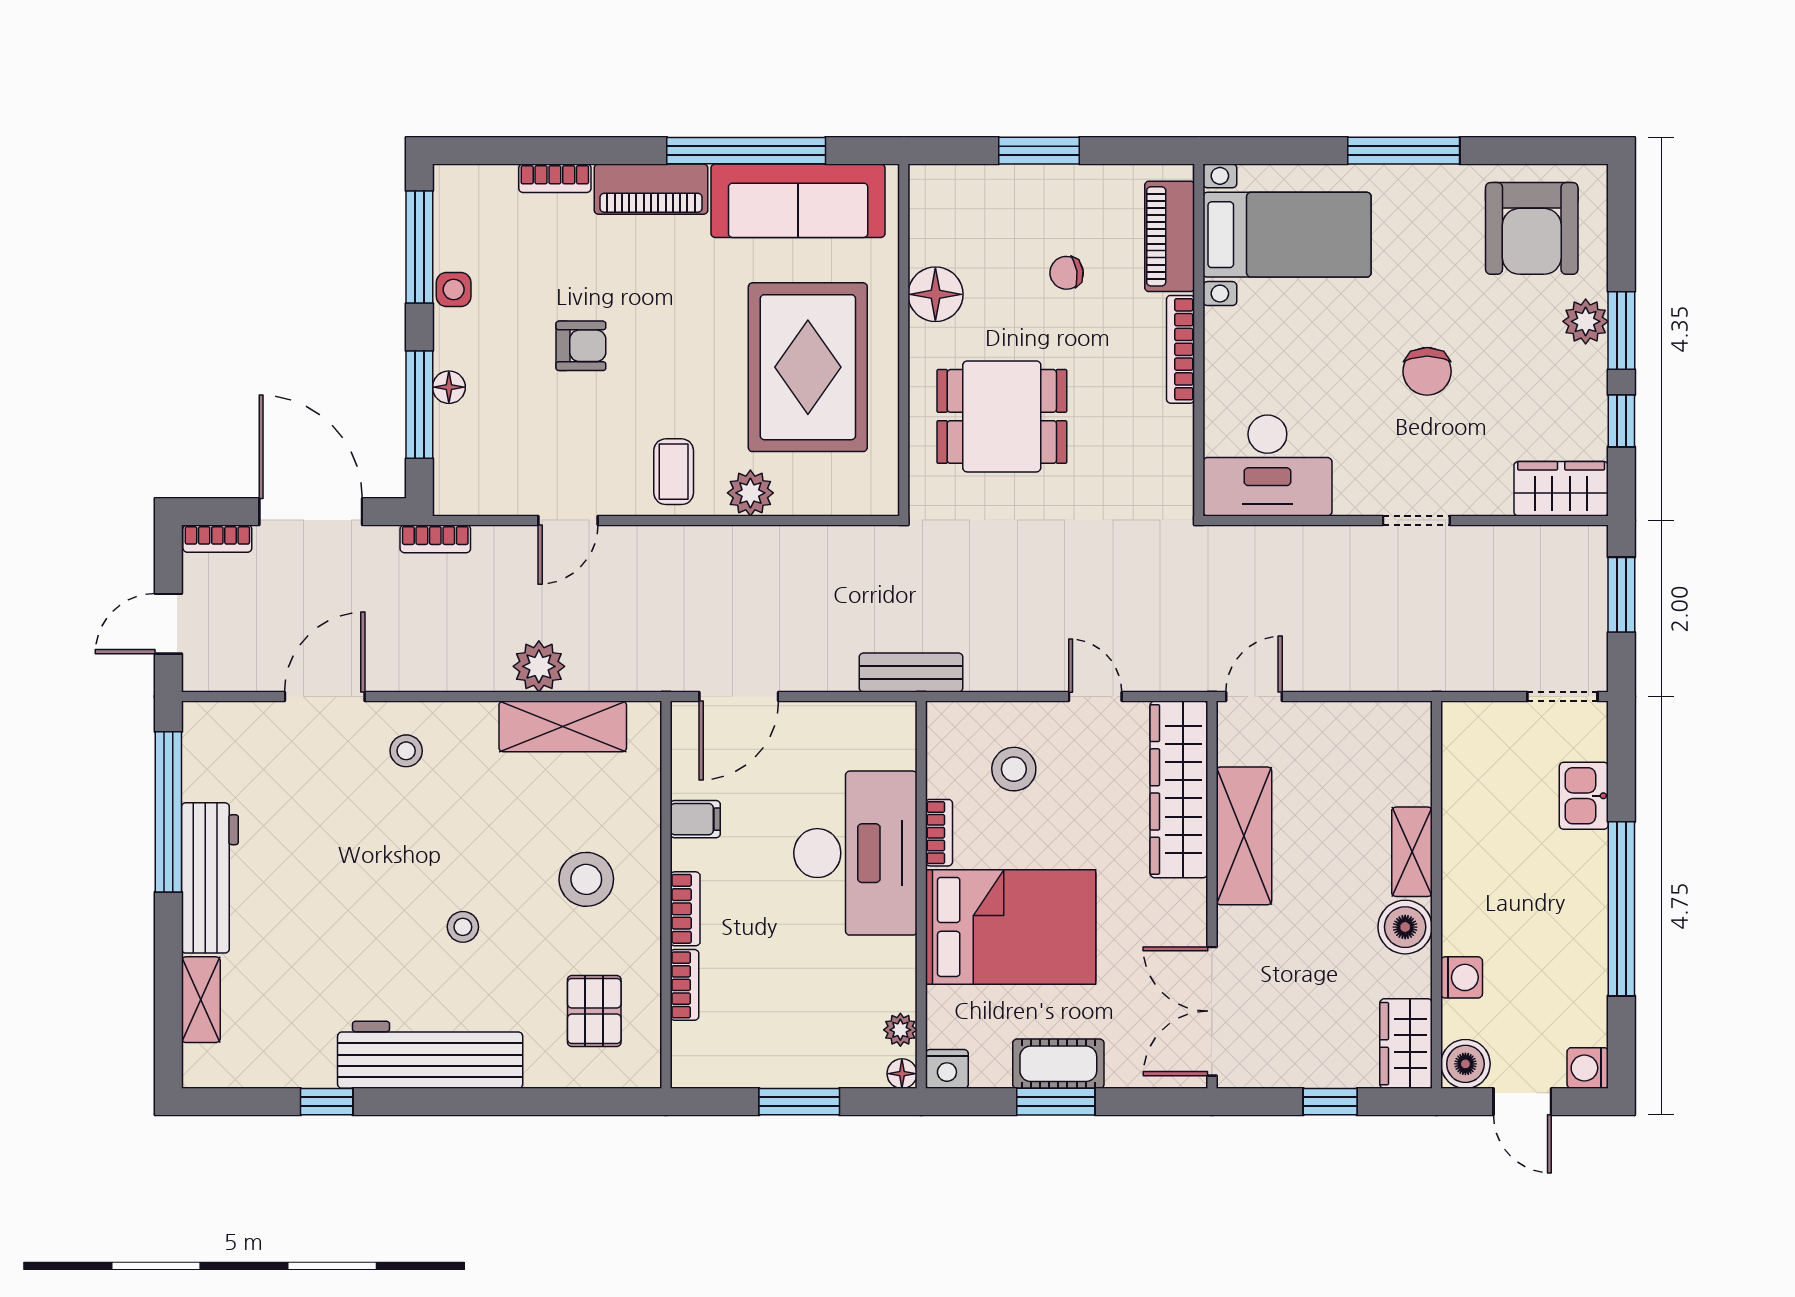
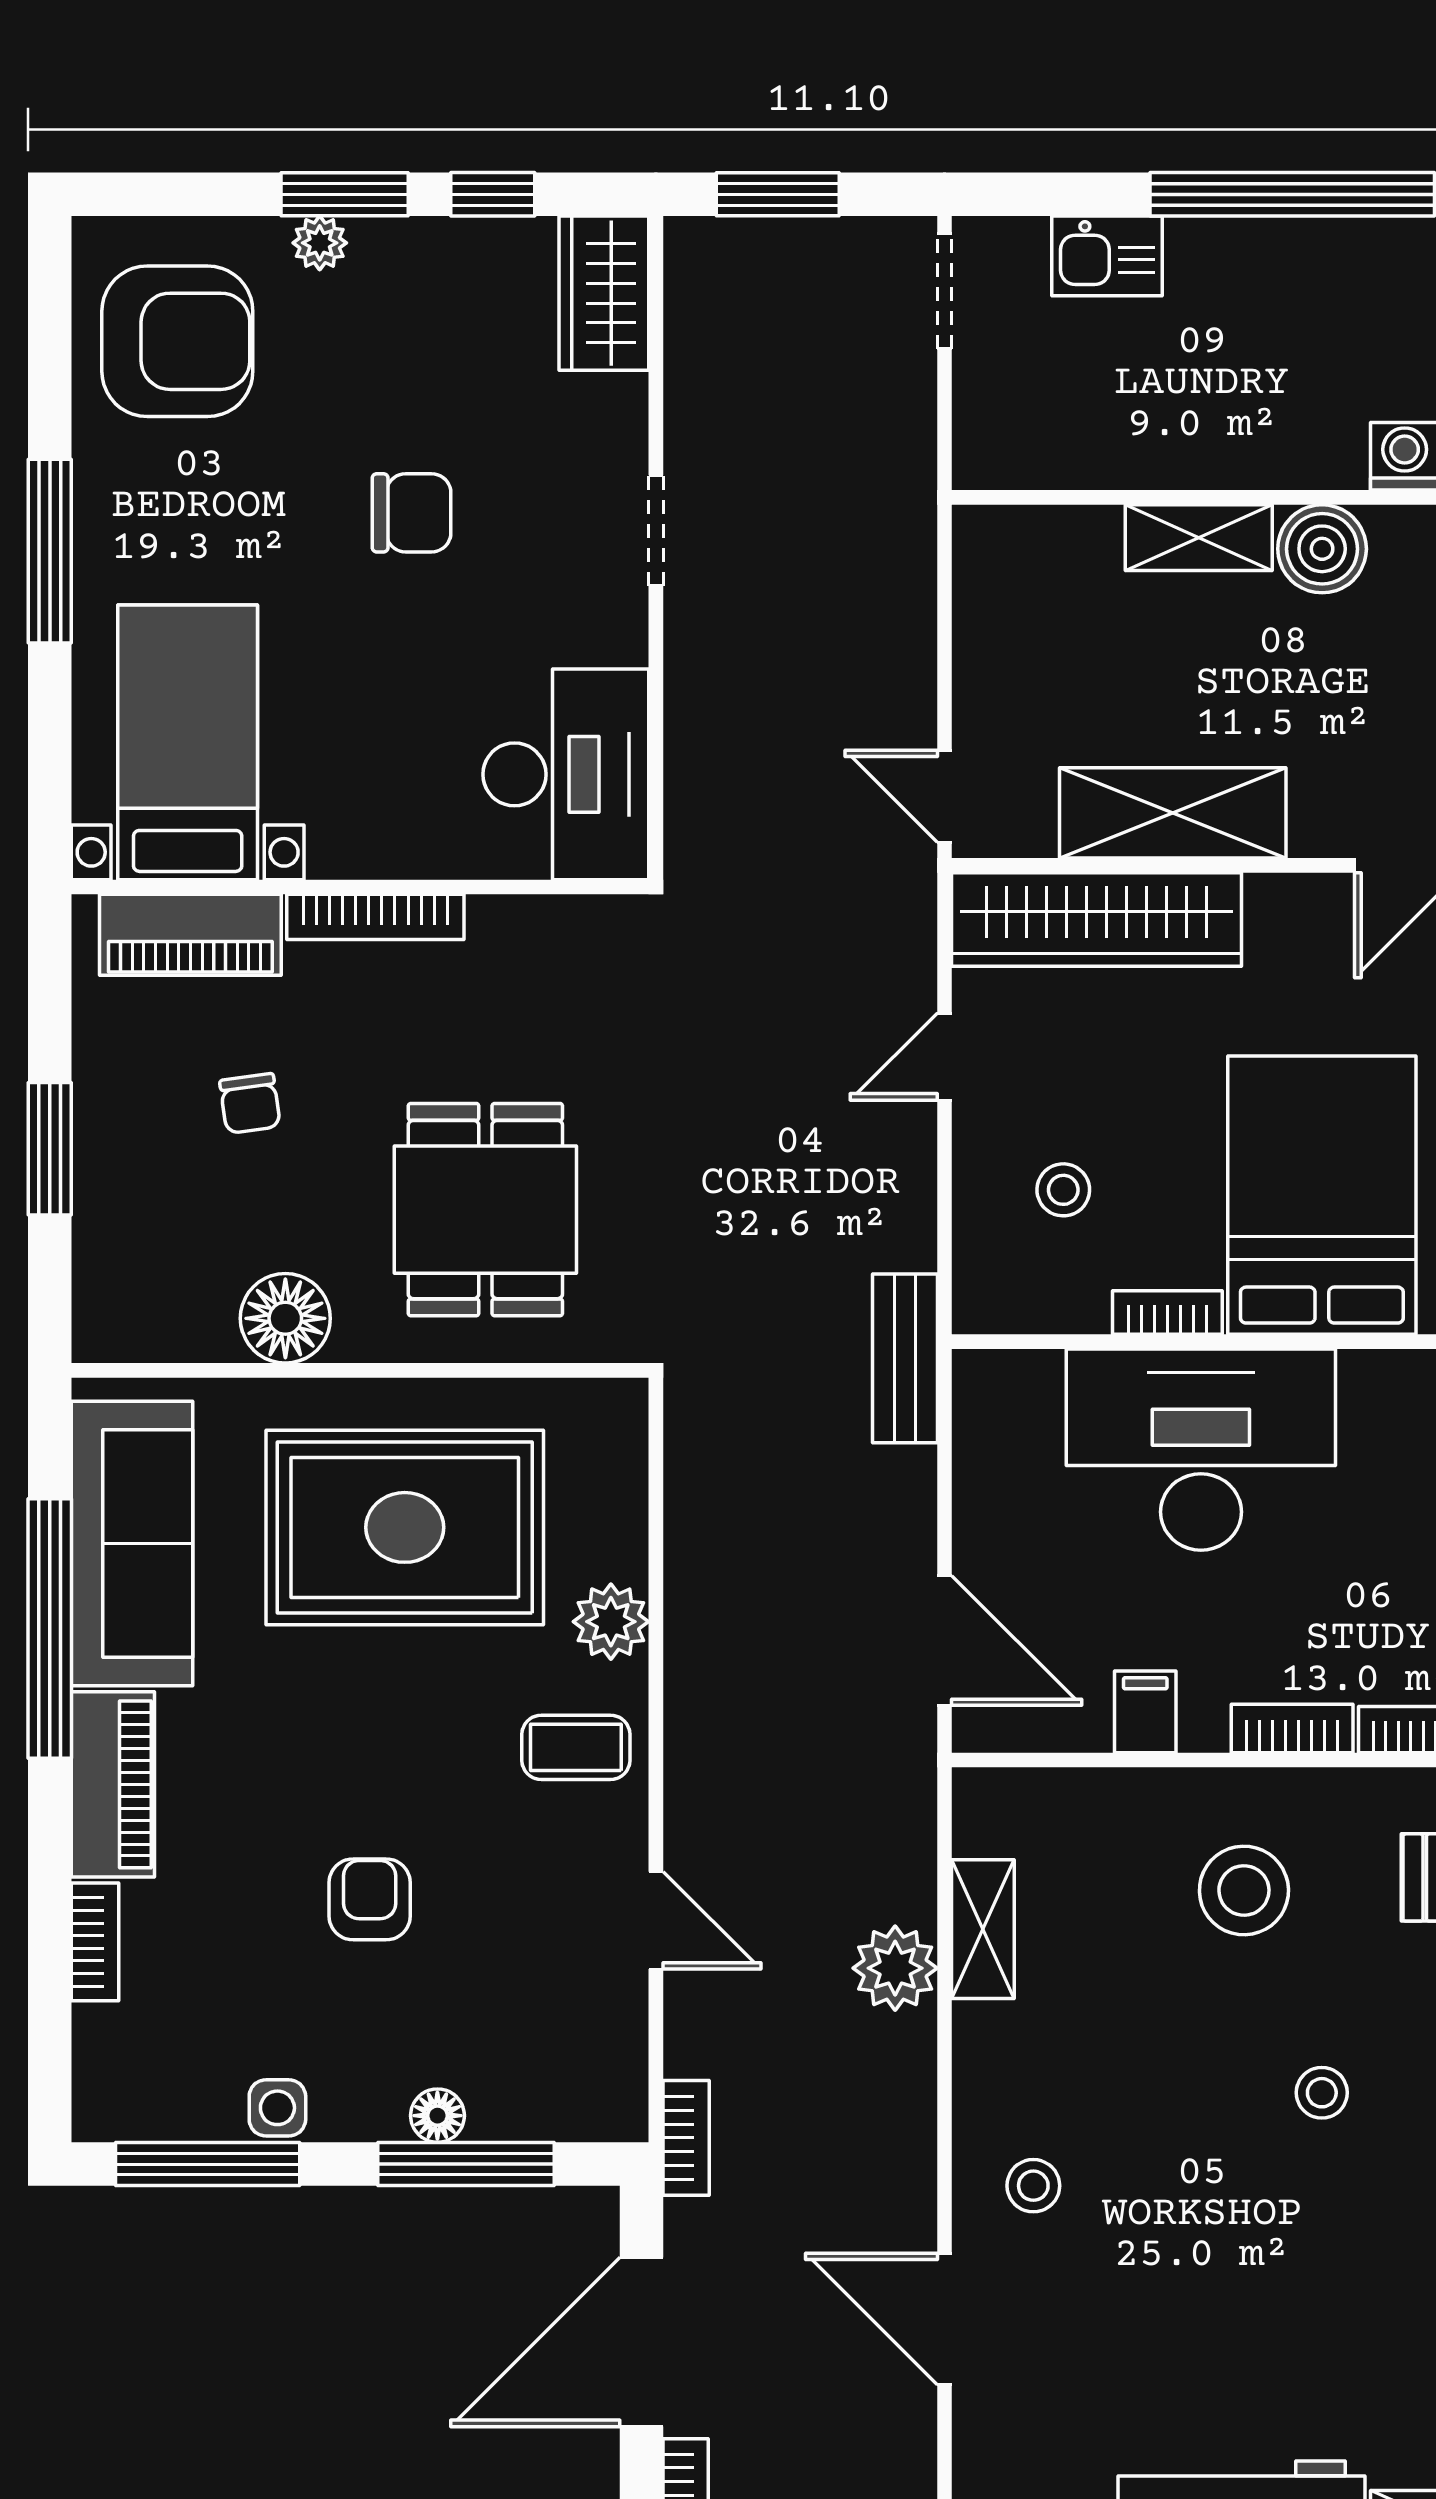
plant: (1586, 321) -> (320, 243), width x0.73, depth x0.73
shelving: (563, 726) -> (983, 1929), width x0.67, depth x0.75
stool: (1014, 769) -> (1063, 1190), width x0.73, depth x0.73

